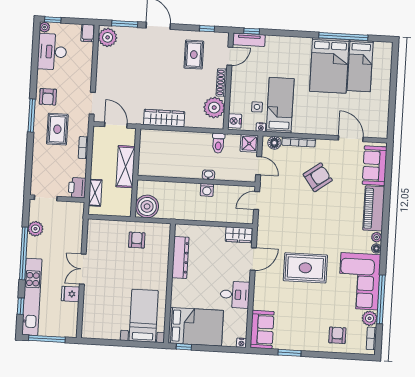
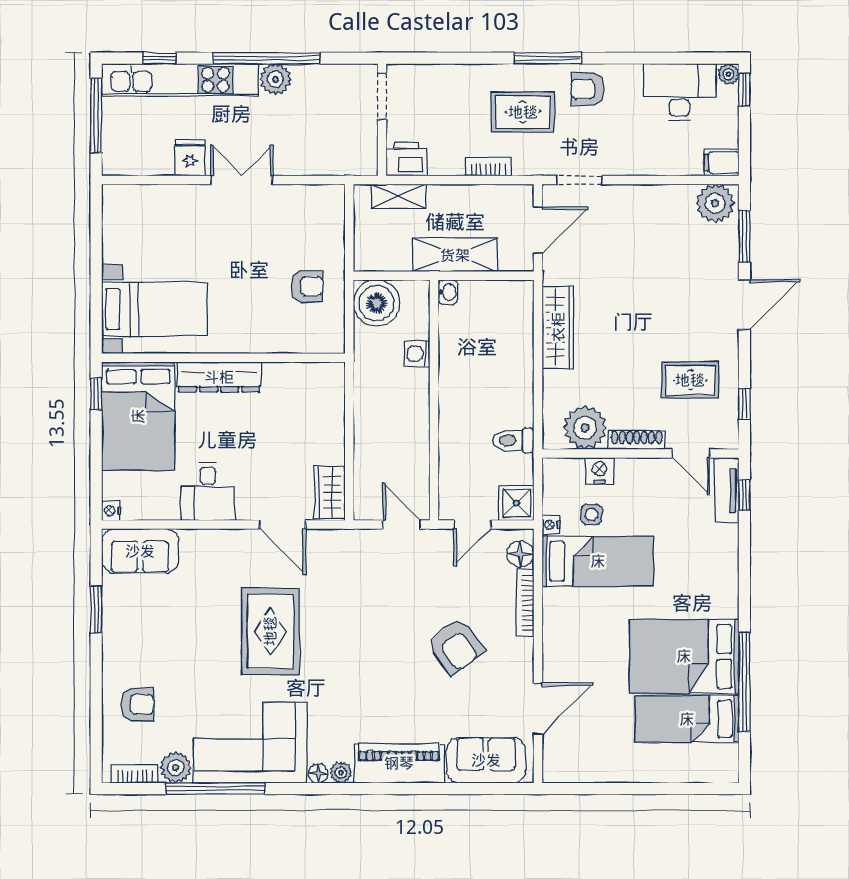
nightstand: (235, 121) -> (600, 471), moved
washbasin: (208, 175) -> (448, 292), moved
washing machine: (207, 190) -> (417, 354), moved
plant: (35, 229) -> (275, 79), moved
dresser: (180, 258) -> (219, 377), moved

